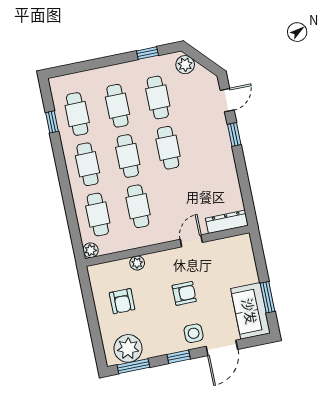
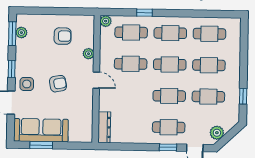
plant: (185, 65) -> (217, 133), moved
window: (52, 122) -> (145, 13), moved
cafe table: (208, 139) -> (169, 127), added
door: (191, 241) -> (96, 80), moved
armchair: (184, 293) -> (58, 84), turned -101
armchair: (122, 301) -> (63, 36), turned 180
sofa: (250, 311) -> (41, 130), width x1.36
plant: (128, 348) -> (21, 33), width x0.53, depth x0.53

